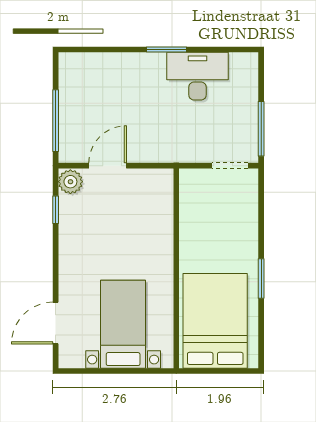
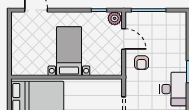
armchair: (150, 133) -> (142, 63), added
bed with nightstands: (123, 324) -> (69, 51), moved, turned -90

